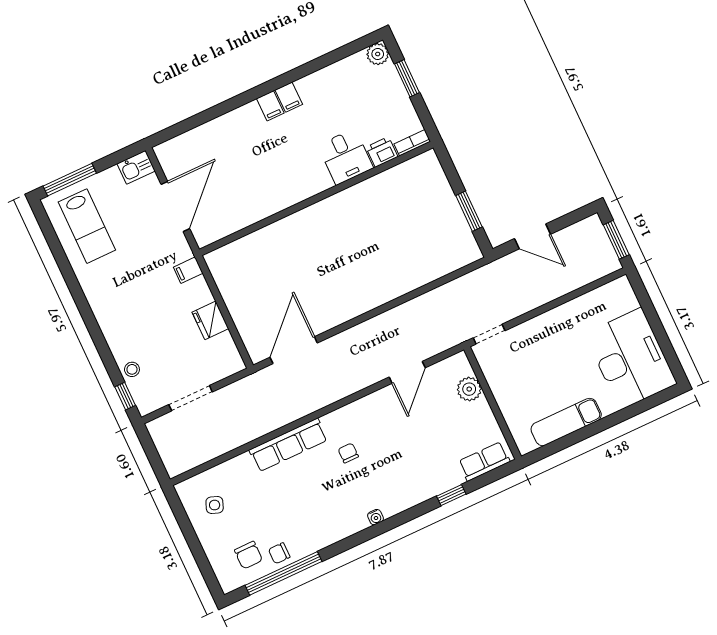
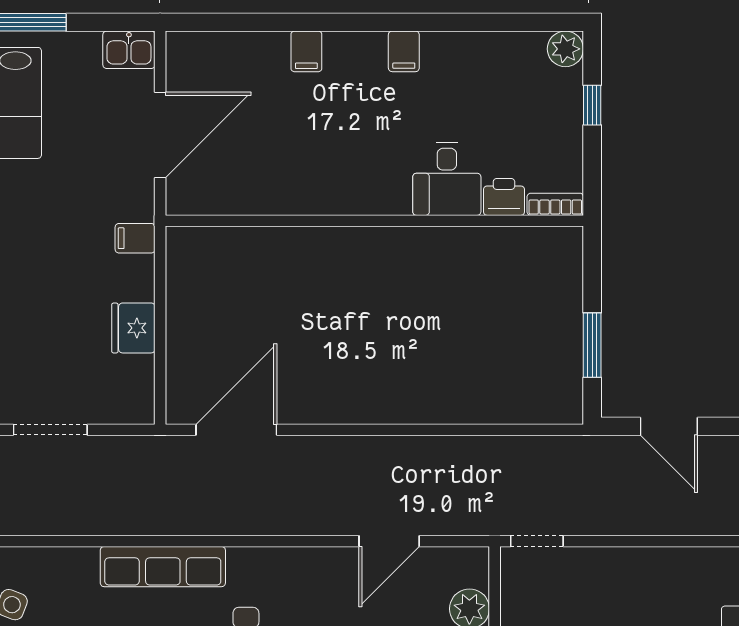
window: (407, 78) -> (592, 105), width x0.67
filing cabinet: (270, 106) -> (306, 51), moved

